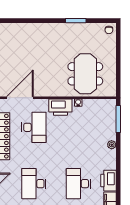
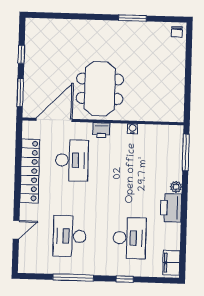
meeting table: (85, 74) -> (100, 89), moved
printer: (60, 107) -> (101, 130), width x0.53, depth x0.68
printer: (108, 181) -> (171, 208), moved
desk: (78, 184) -> (130, 238), turned 180

